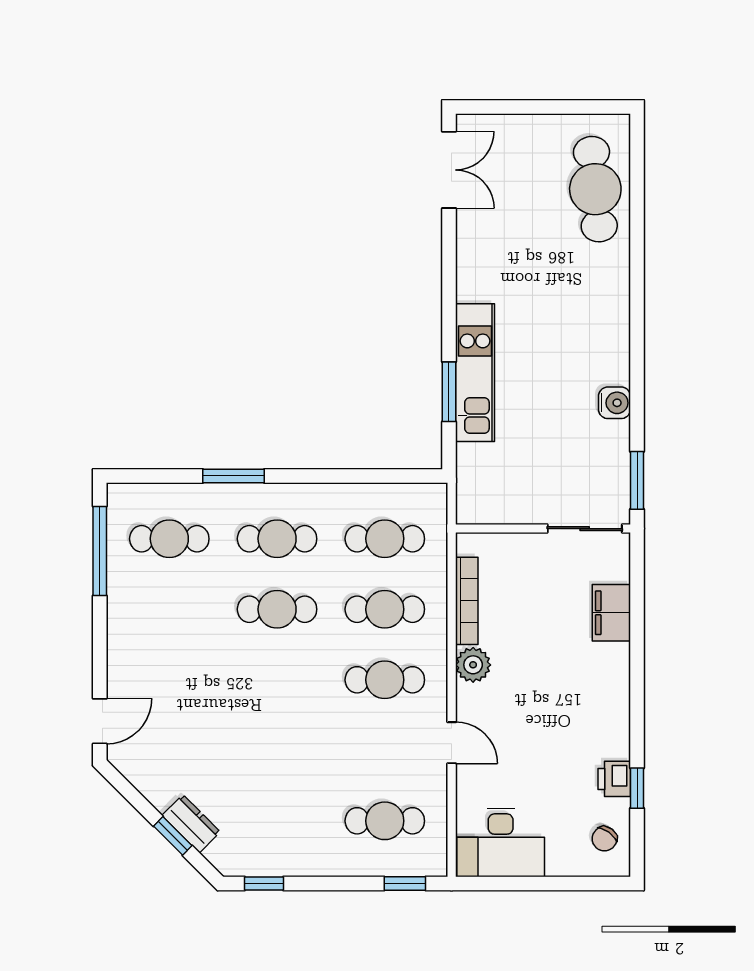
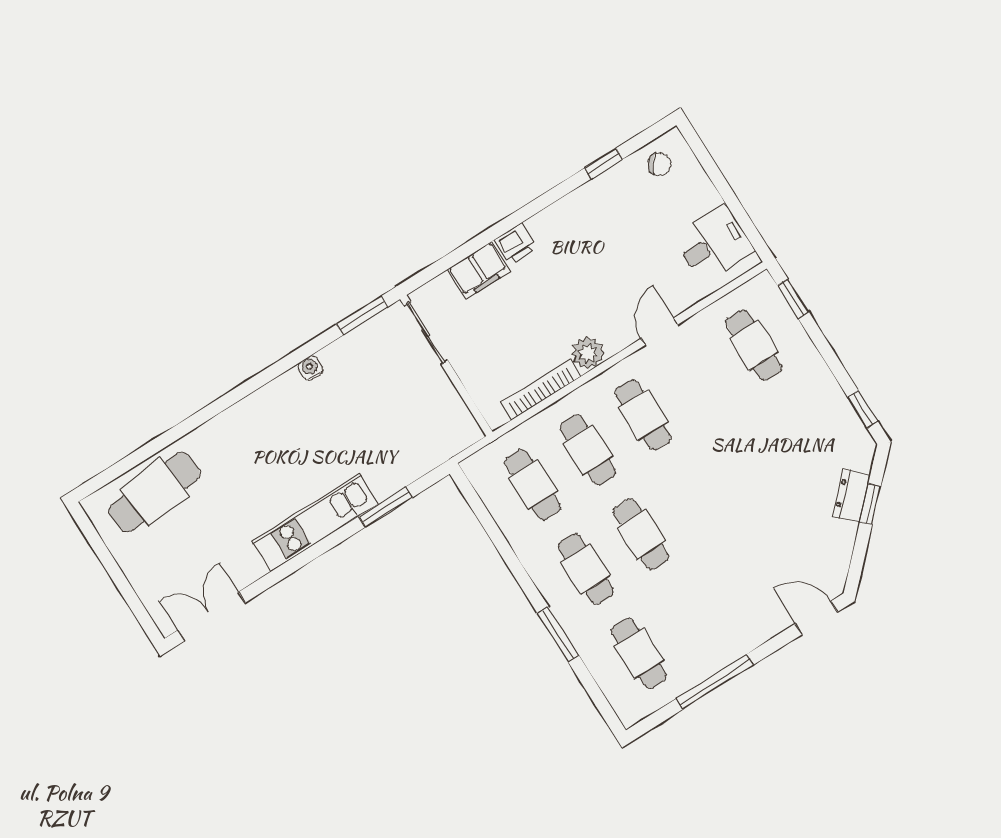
kitchen unit: (475, 373) -> (315, 522), moved
water cooler: (614, 403) -> (310, 368), width x0.72, depth x0.72
window: (100, 551) -> (715, 682), moved
printer: (614, 779) -> (516, 244), moved
desk: (501, 843) -> (714, 244), width x0.73

